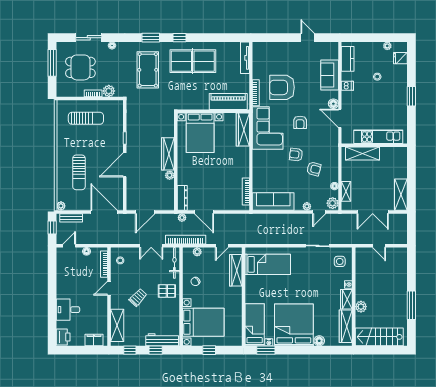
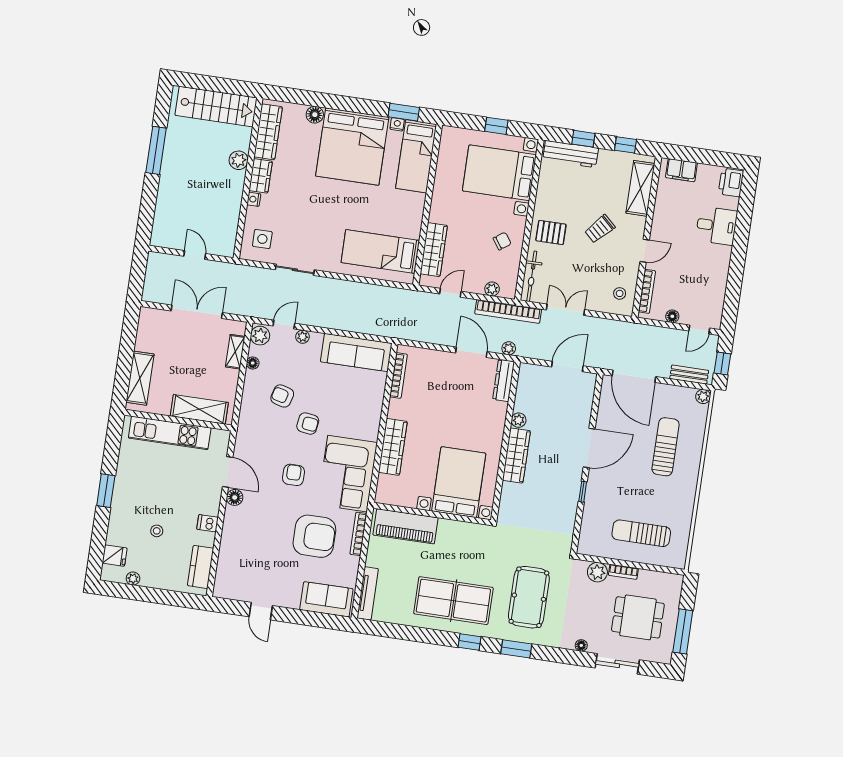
sofa: (330, 75) -> (326, 599), moved, turned -90
wardrobe: (243, 130) -> (393, 447), moved
shelving: (401, 195) -> (140, 378), moved

